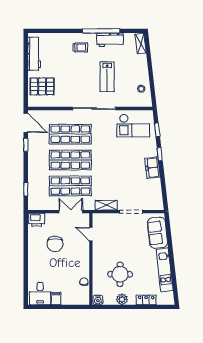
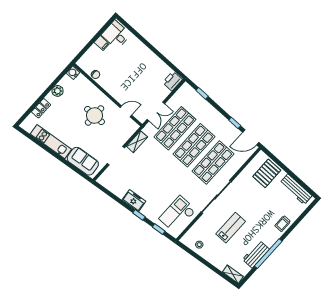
trolley: (80, 47) -> (283, 224), moved
lab bench: (107, 77) -> (231, 228), turned 90
chair: (55, 244) -> (143, 79), removed
round table: (120, 274) -> (95, 115), moved

